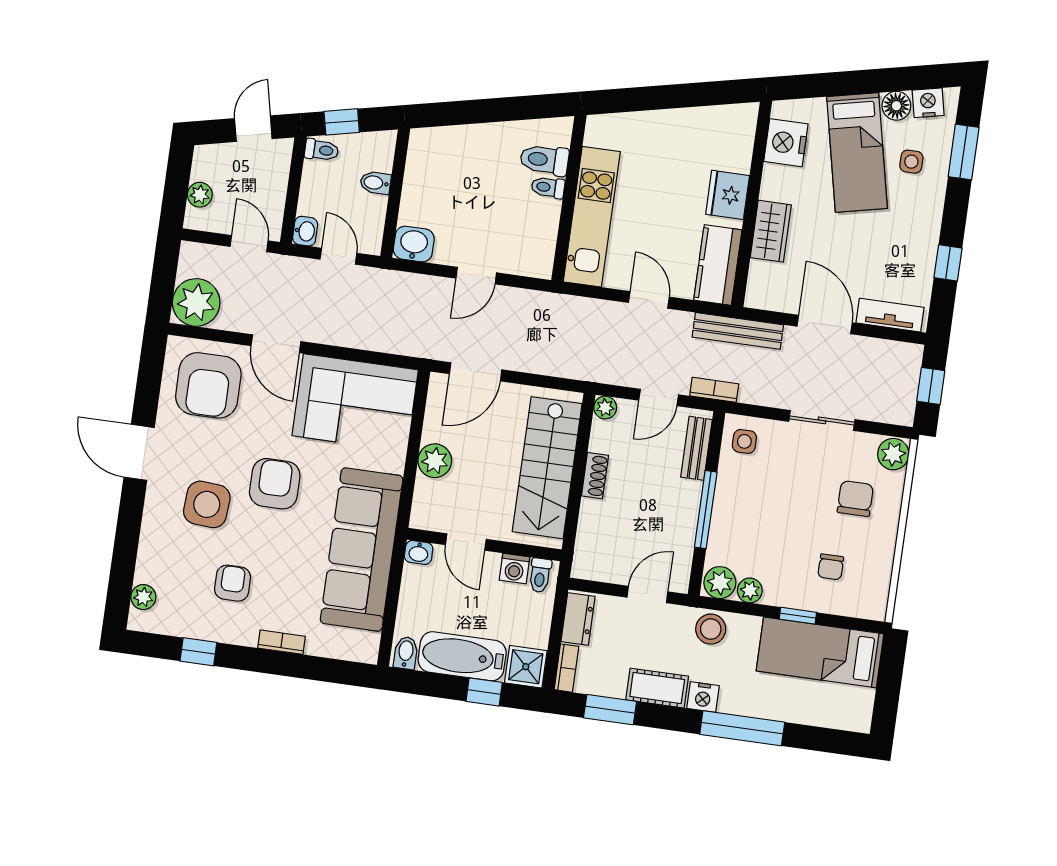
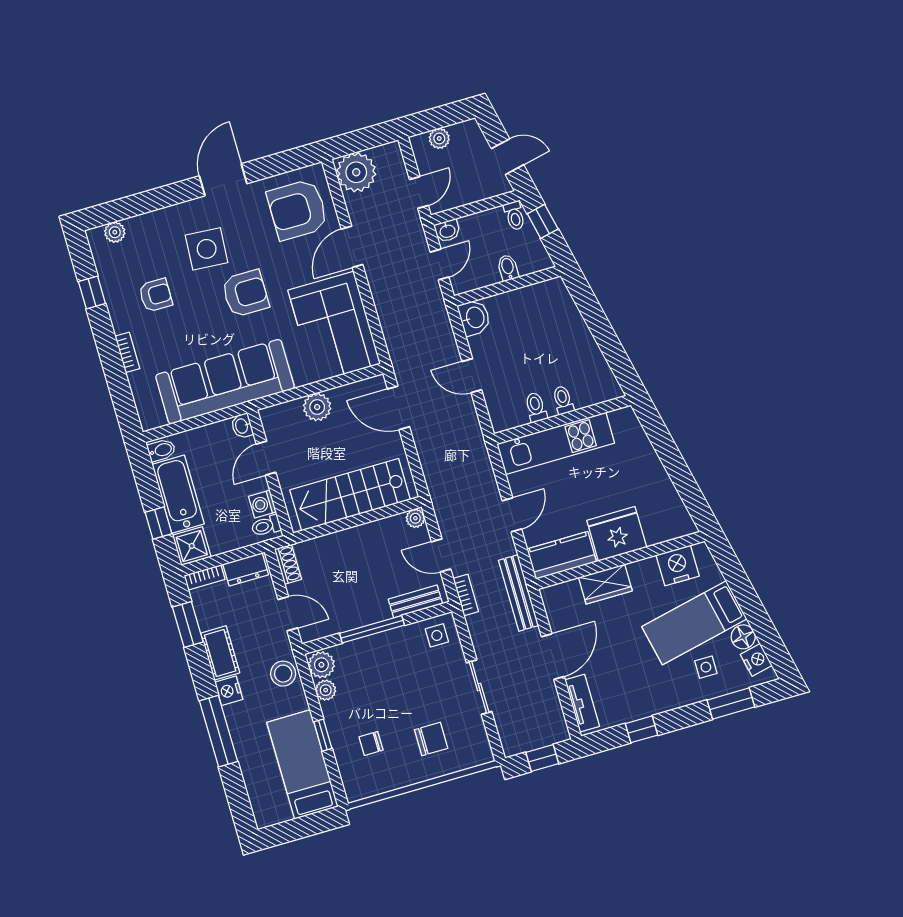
toilet: (544, 160) -> (536, 407), moved, width x0.73, depth x0.72
fridge: (728, 195) -> (617, 534), width x1.36, depth x1.34
plant: (893, 454) -> (478, 753), removed
shoe rack: (595, 476) -> (288, 564), moved, turned -90

